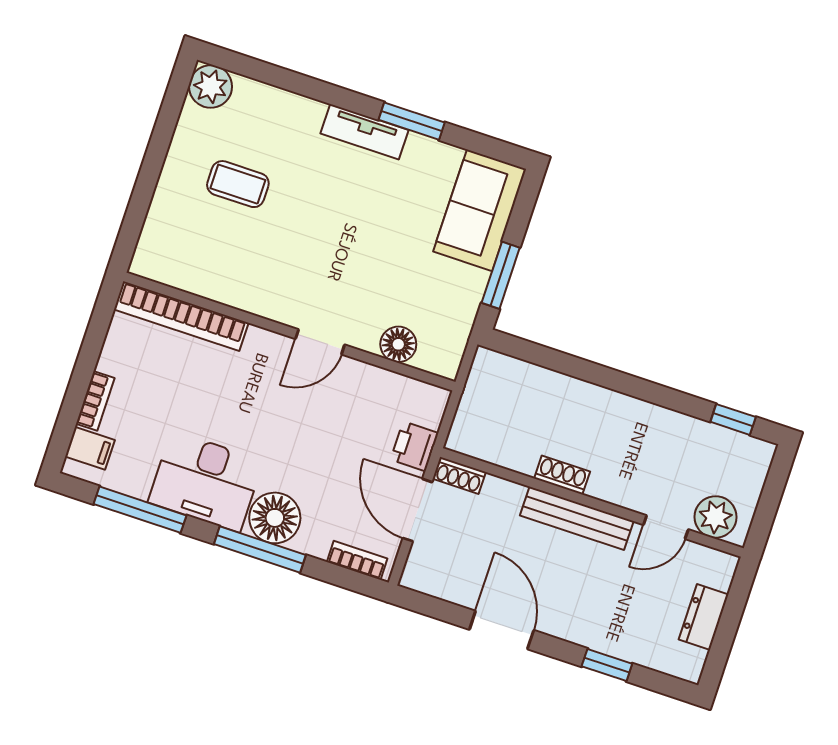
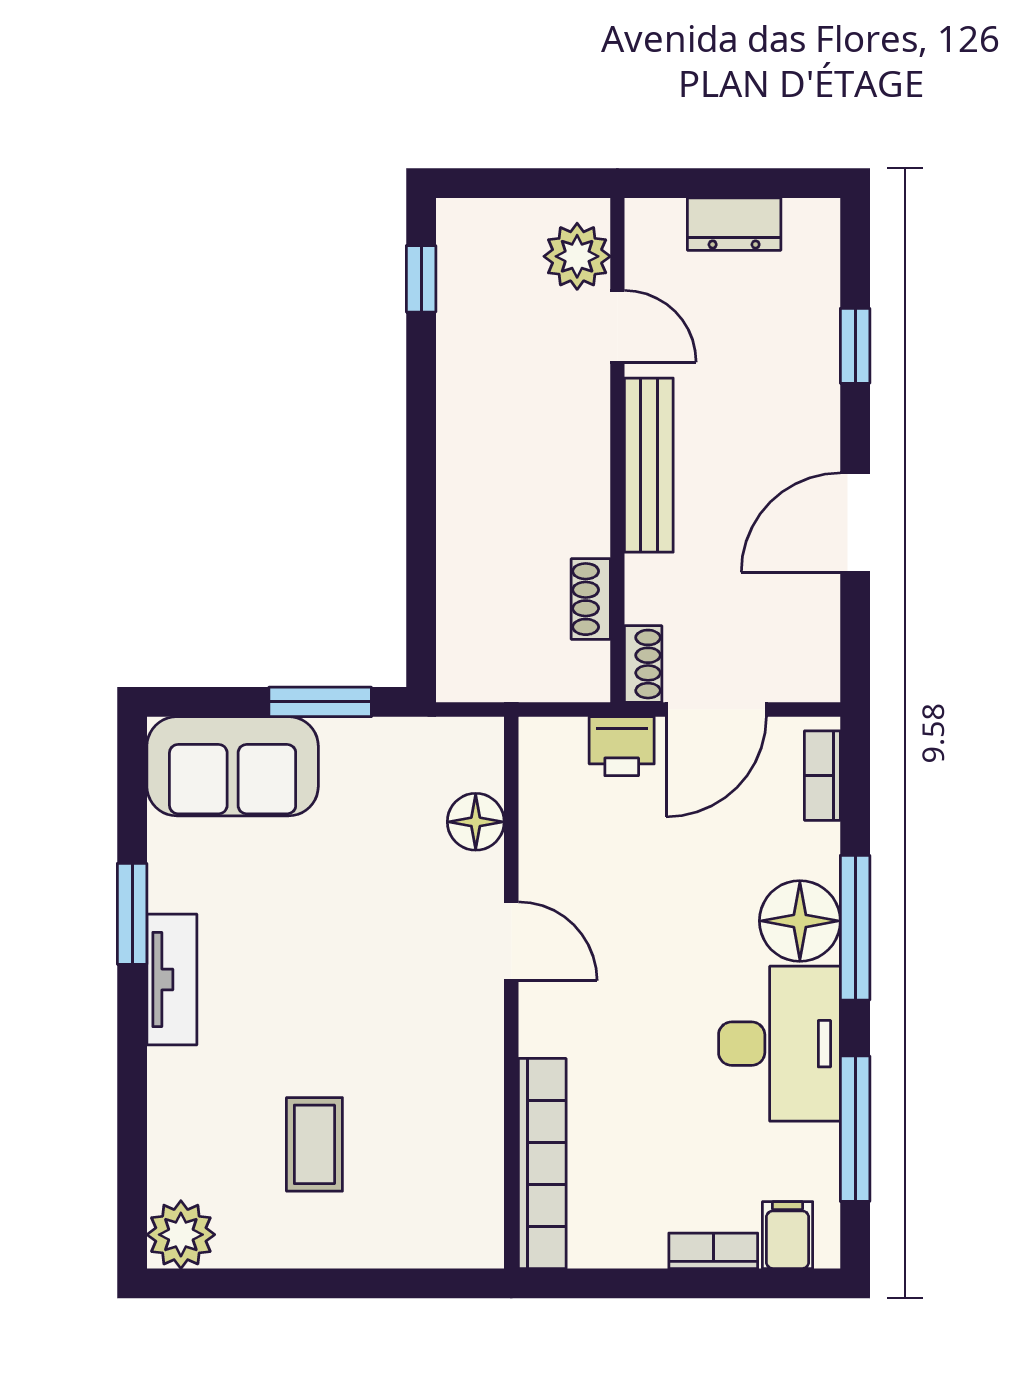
shoe rack: (562, 475) -> (591, 599), moved

